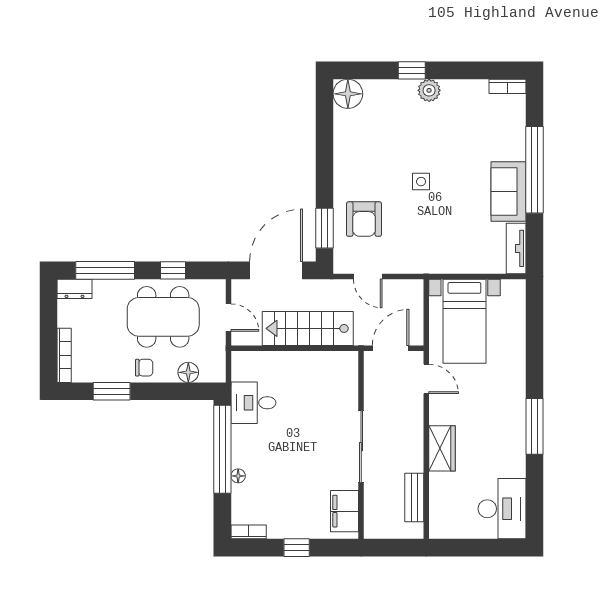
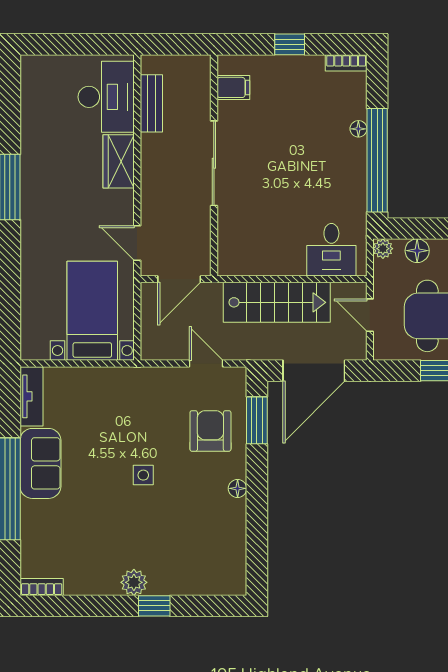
floor lamp: (348, 94) -> (238, 488), moved, width x0.53, depth x0.53
plant: (217, 374) -> (383, 249), added
desk: (253, 403) -> (331, 250), moved, turned 90
desk: (502, 509) -> (106, 97), moved, turned 180
filing cabinet: (345, 511) -> (233, 87), width x0.50

